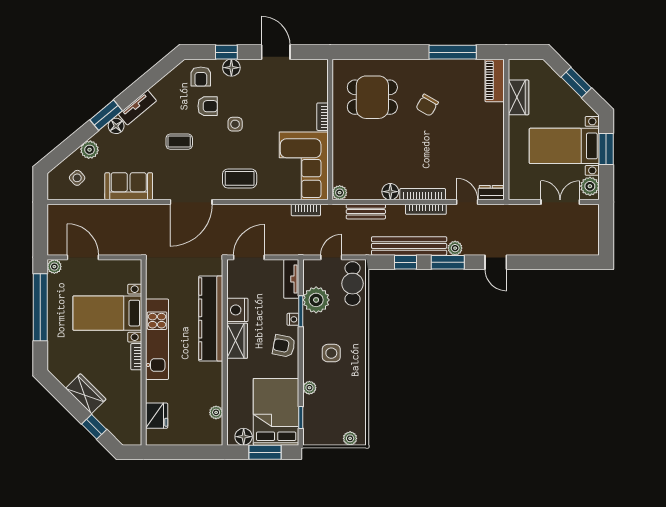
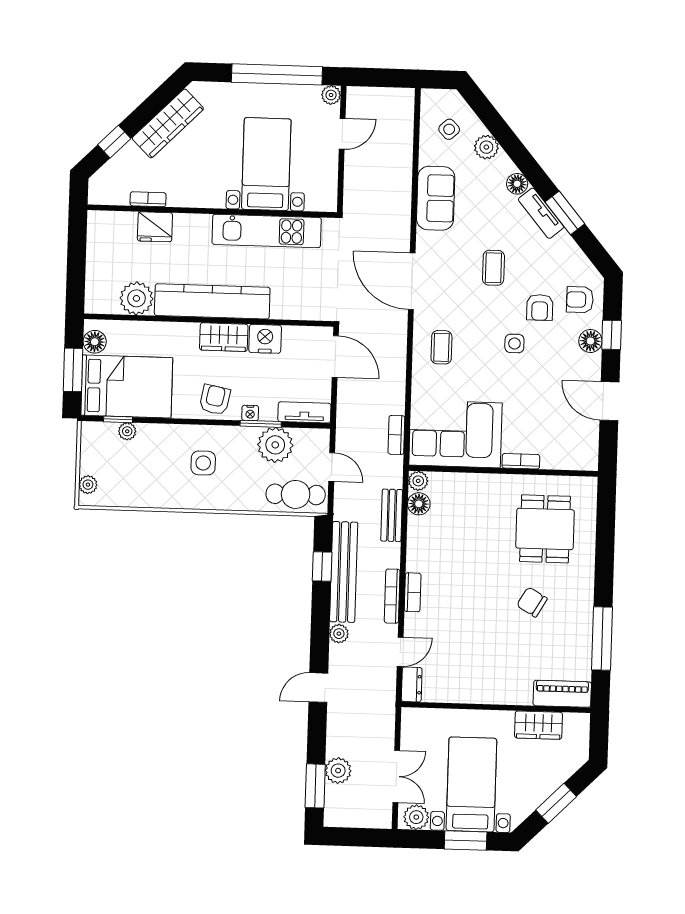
door: (276, 52) -> (609, 401), swing flipped
window: (106, 115) -> (565, 213), moved
coffee table: (240, 178) -> (441, 347), width x0.73, depth x0.77
floor lamp: (390, 192) -> (419, 504), moved
bookcase: (423, 194) -> (413, 592), width x0.64
plant: (557, 245) -> (338, 771), added
door: (83, 257) -> (342, 134), width x0.73
window: (448, 262) -> (315, 786), moved
kitchen counter: (211, 319) -> (212, 301), moved
kitchen unit: (157, 339) -> (267, 231), moved
bookcase: (136, 357) -> (148, 199), moved
plant: (309, 388) -> (127, 431), moved
wardrobe: (86, 394) -> (168, 123), width x1.50
plant: (216, 412) -> (136, 298), width x1.88, depth x1.88
fridge: (157, 416) -> (155, 227), moved

